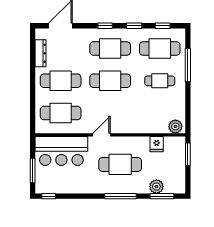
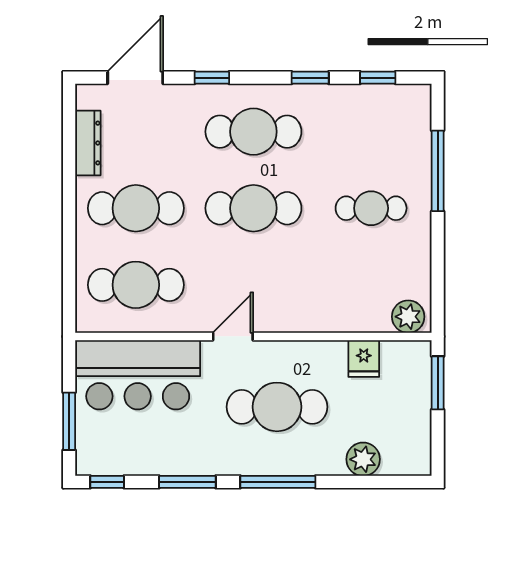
window: (105, 26) -> (212, 78), moved
cafe table: (160, 48) -> (371, 132), removed
window: (162, 196) -> (187, 482), moved

